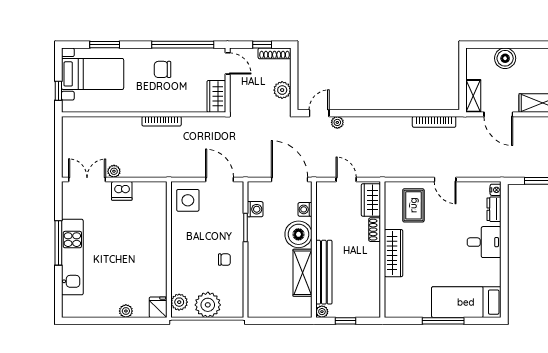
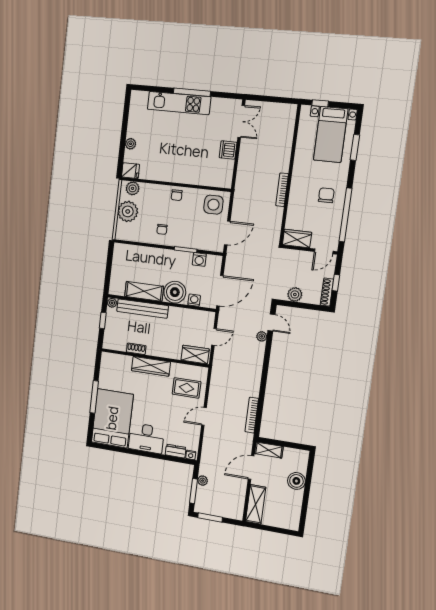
plant: (114, 171) -> (203, 481), moved
shoe rack: (375, 230) -> (136, 349), moved
desk: (484, 242) -> (146, 438), width x1.37
chair: (181, 246) -> (177, 195), added
bed: (466, 302) -> (112, 418), width x1.50

